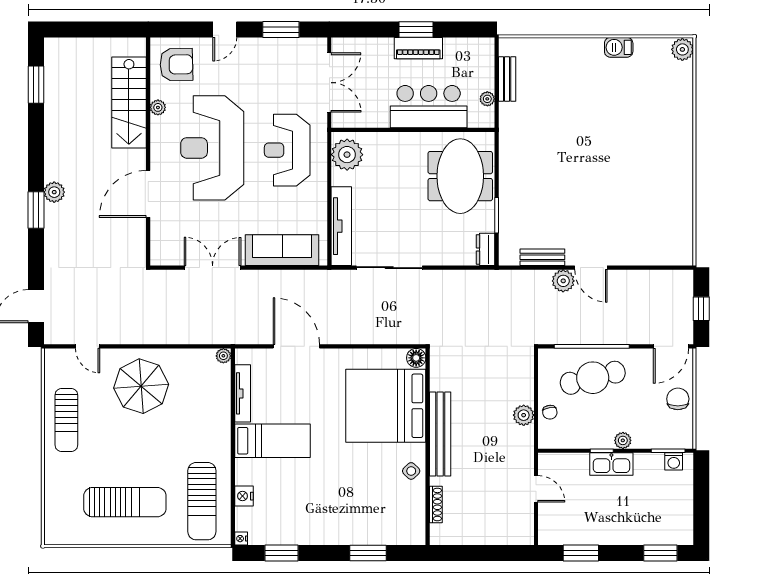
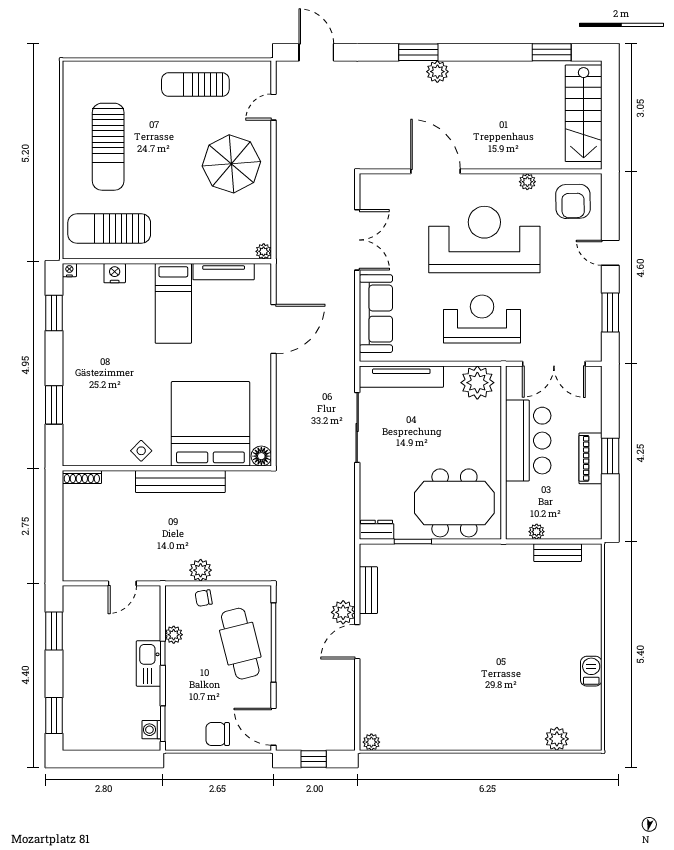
plant: (682, 49) -> (557, 739), moved
stairs: (129, 102) -> (584, 113), moved, turned -90
bar counter: (429, 107) -> (528, 441), moved
plant: (685, 254) -> (371, 742), added
chair: (678, 399) -> (218, 734), turned 180
plant: (623, 440) -> (174, 635), moved
shoe rack: (436, 504) -> (82, 477), moved

